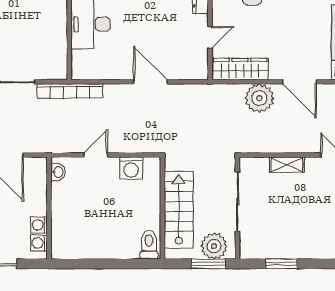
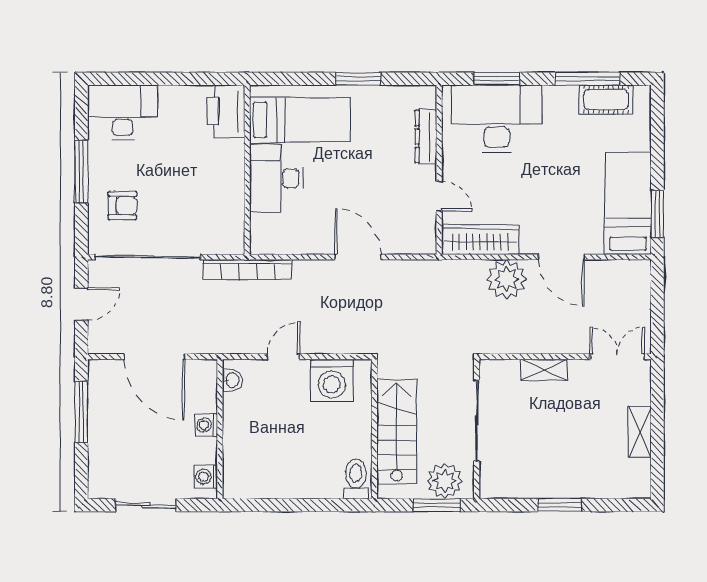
door: (210, 37) -> (439, 196), hinge flipped
washing machine: (131, 168) -> (332, 380), width x1.37, depth x1.37
washing machine: (39, 225) -> (206, 425), moved
window: (282, 264) -> (560, 505), moved

